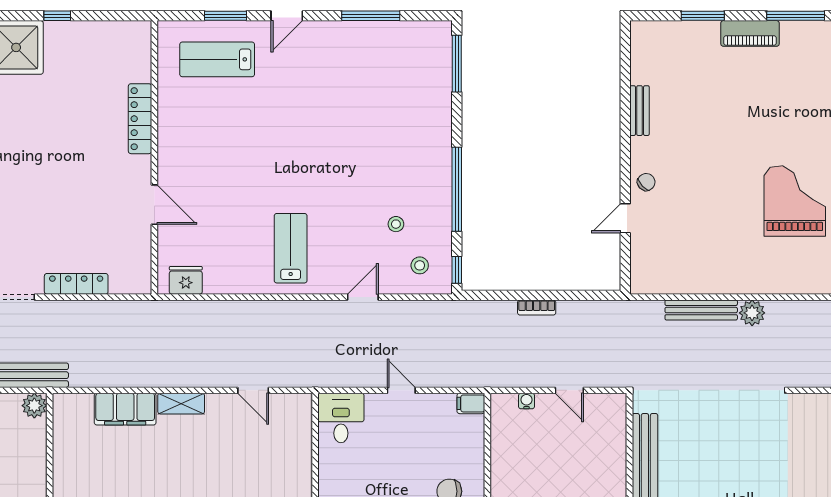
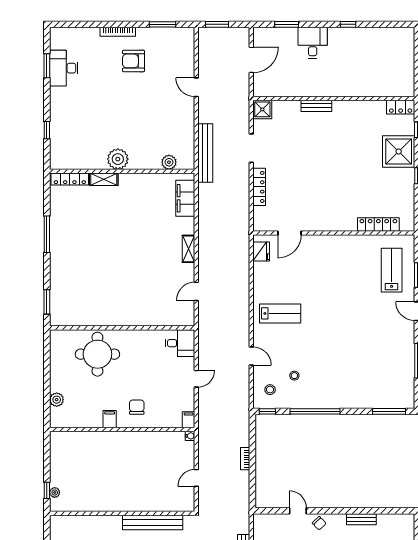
locker: (140, 119) -> (378, 225), moved
door: (154, 205) -> (289, 233), moved
water cooler: (527, 401) -> (190, 436), moved
plant: (34, 406) -> (169, 162), moved
filing cabinet: (125, 409) -> (185, 198), moved

